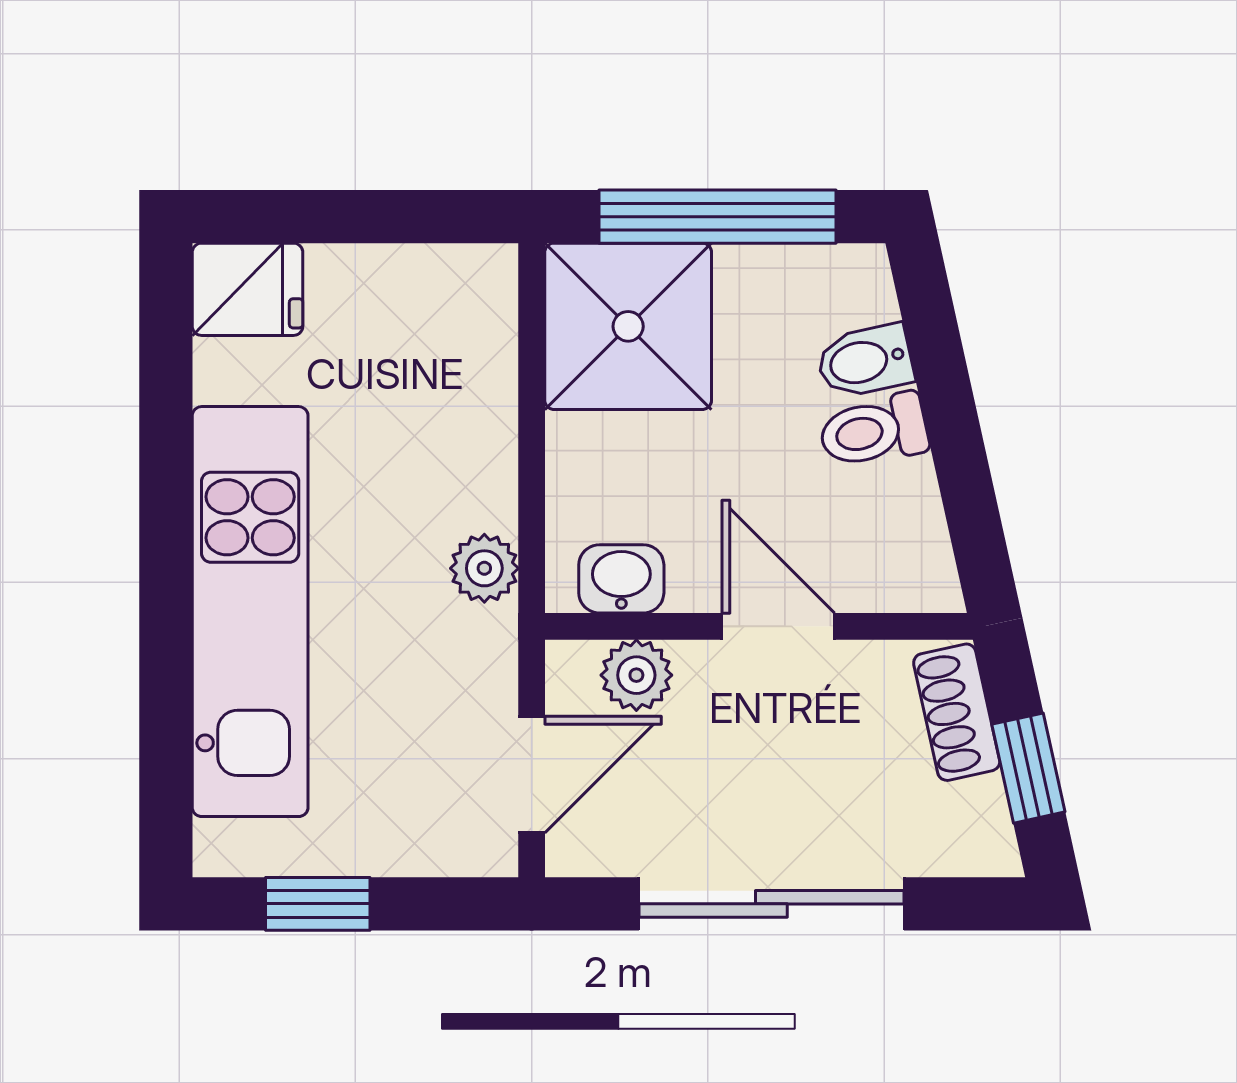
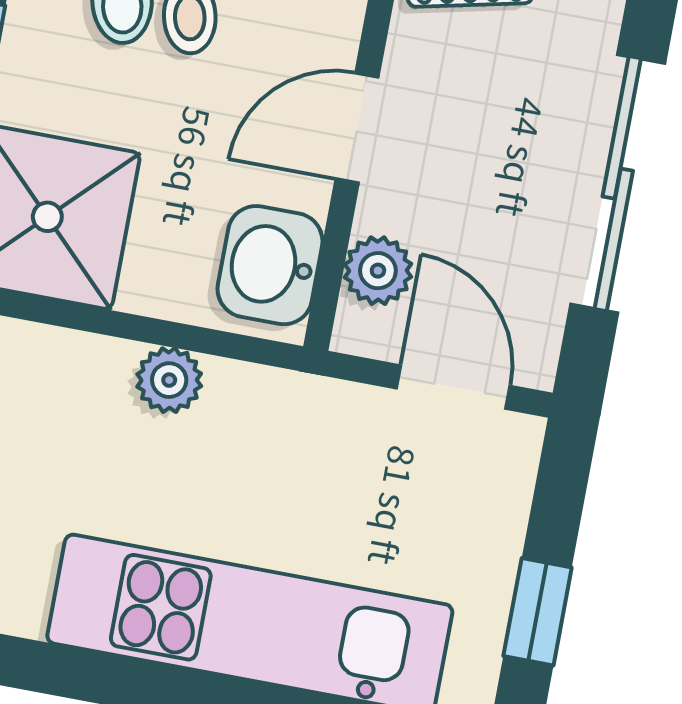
plant: (484, 568) -> (169, 380), moved
washbasin: (621, 579) -> (270, 265), width x1.38, depth x1.45

